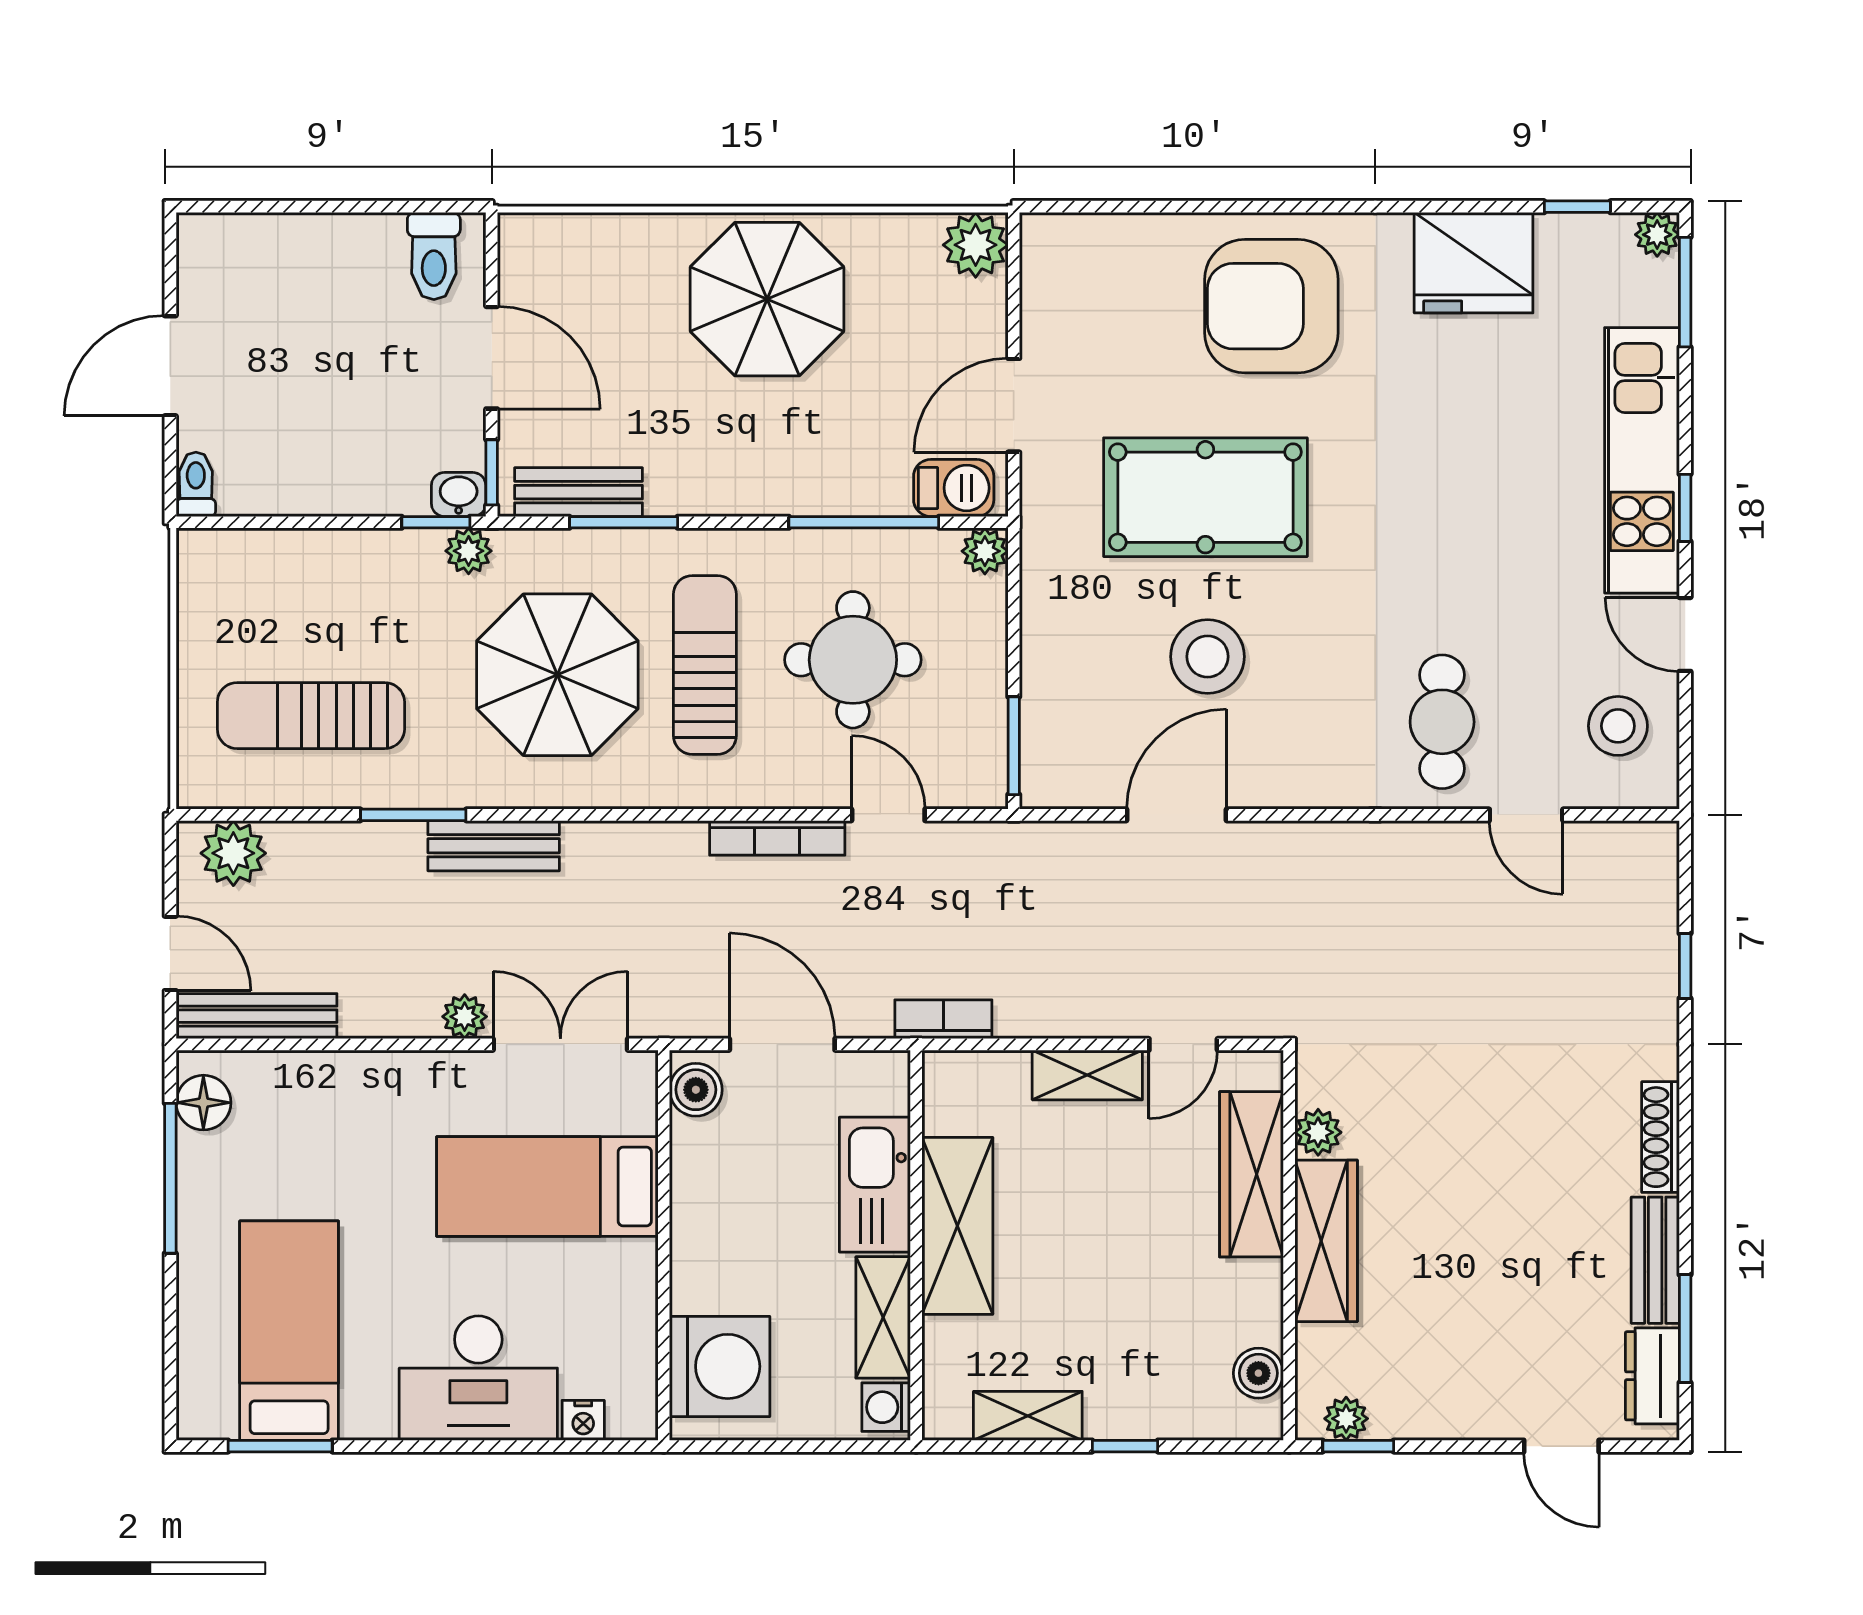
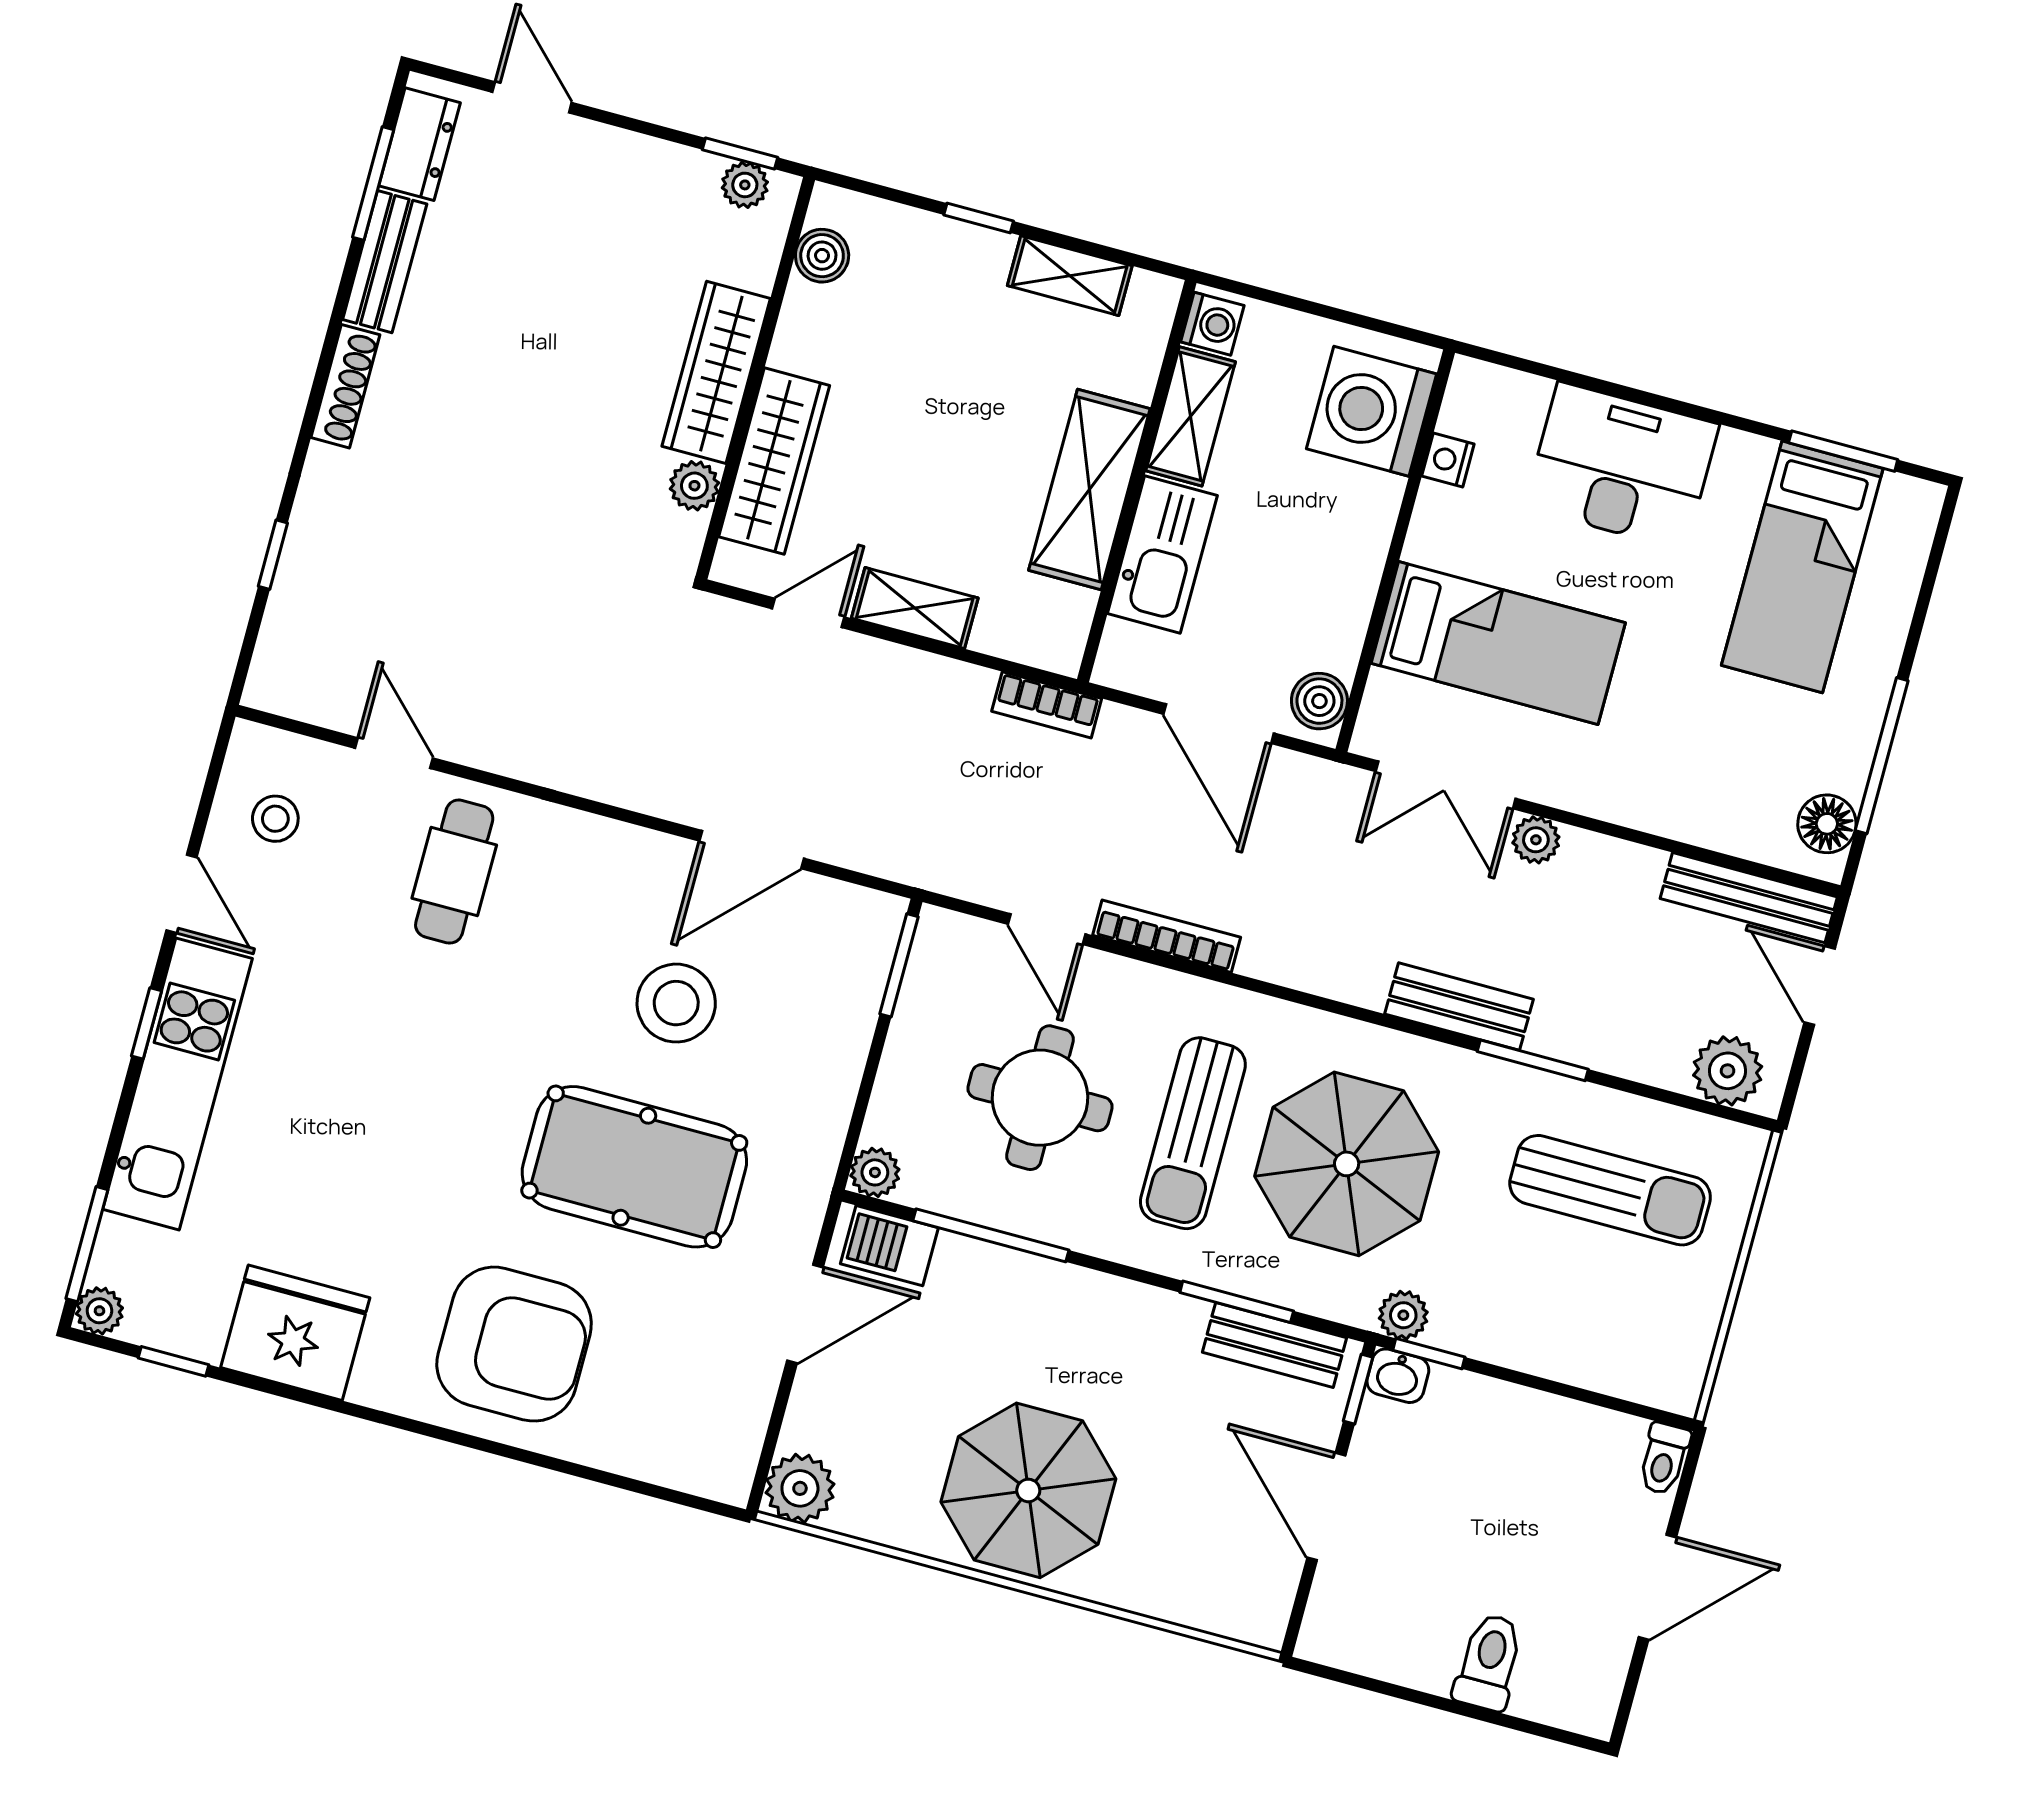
toilet: (434, 256) -> (1489, 1662), moved
stool: (1618, 726) -> (275, 819), width x0.73, depth x0.73
nightstand: (583, 1420) -> (1448, 460), moved, turned -90

